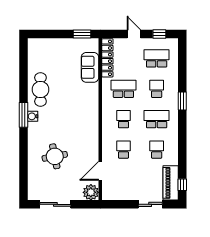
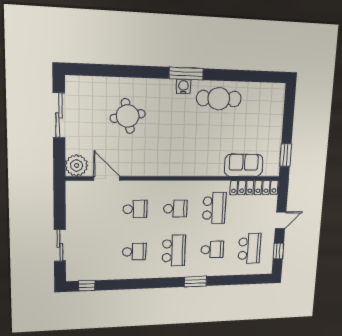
piano: (171, 183) -> (89, 271), removed

